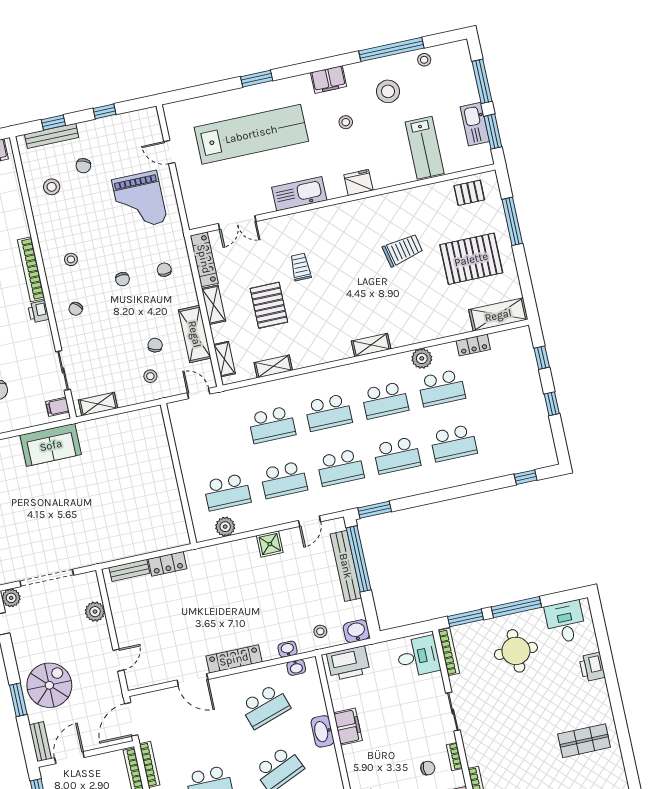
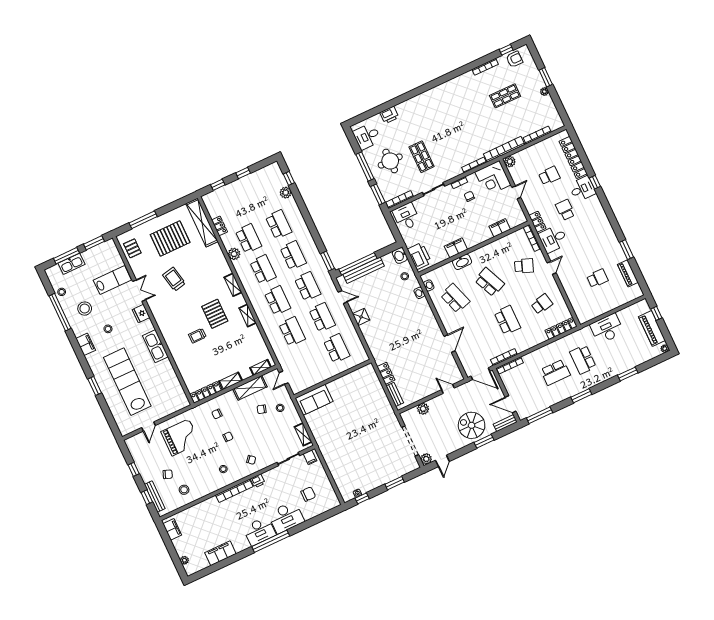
kitchen sink: (475, 124) -> (71, 264), moved
double door: (237, 223) -> (139, 291), moved
pallet: (471, 259) -> (170, 239), turned 90
pallet: (269, 305) -> (215, 314), moved, turned 90
shelving: (498, 315) -> (202, 222), width x1.47
shelving: (273, 366) -> (248, 316), moved
sofa: (51, 445) -> (314, 400), moved, turned 90
plant: (225, 527) -> (286, 193), moved
locker: (234, 659) -> (432, 322), removed
shop shelf: (584, 741) -> (422, 157), moved

